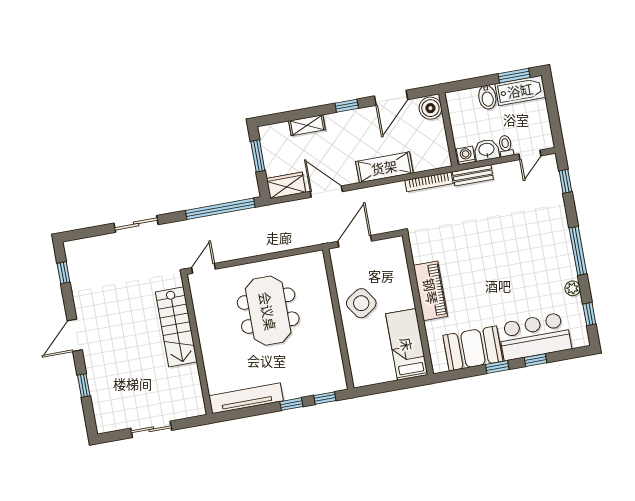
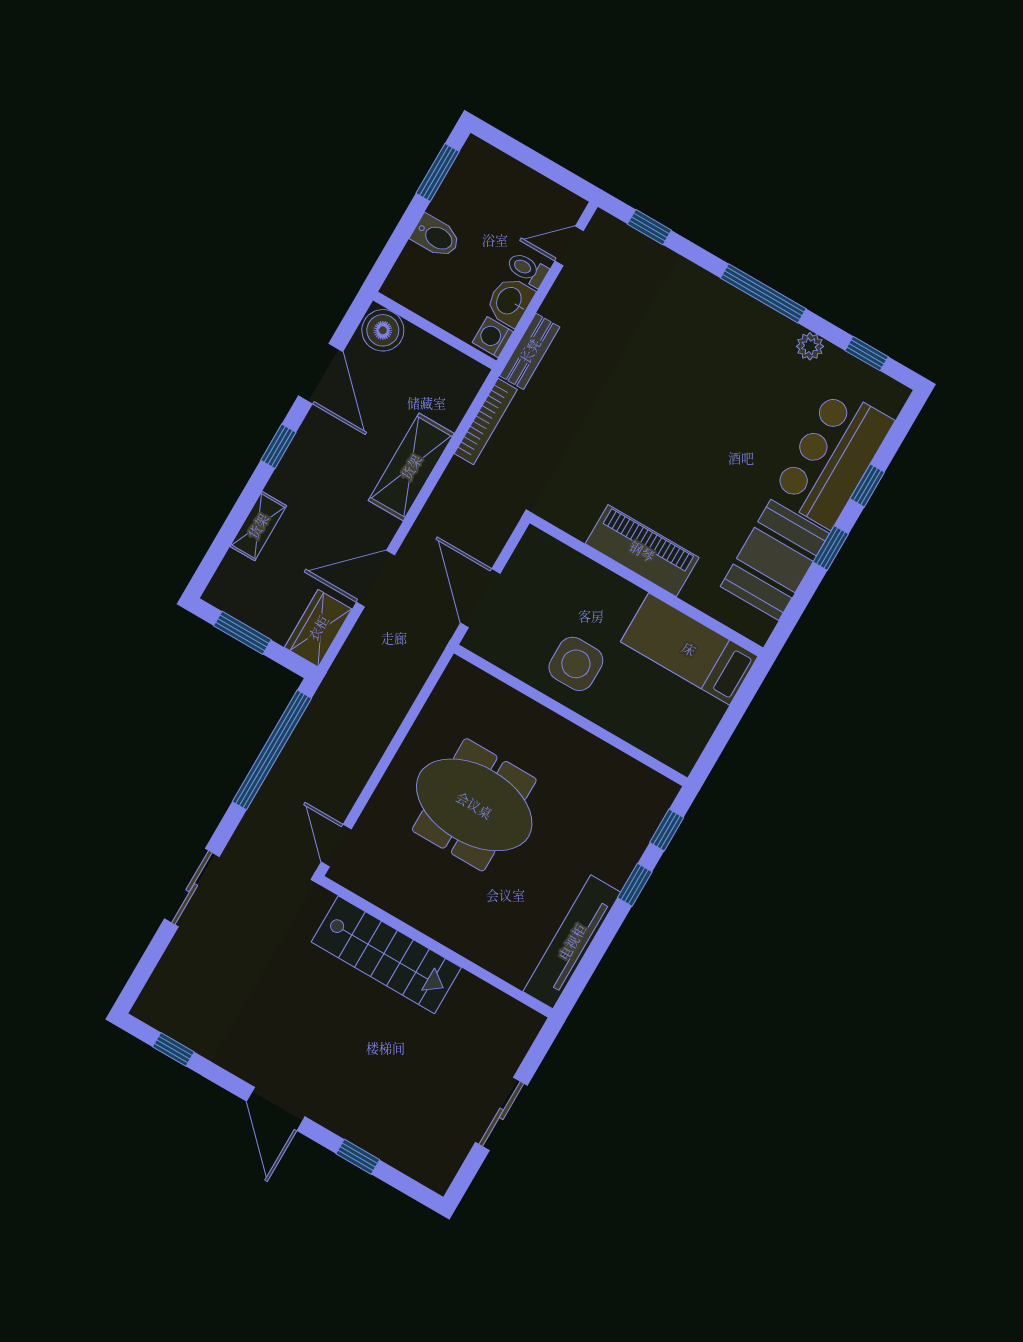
bathtub: (520, 90) -> (466, 182), removed
door: (530, 155) -> (569, 246), swing flipped
side table: (361, 303) -> (576, 664), turned 34

